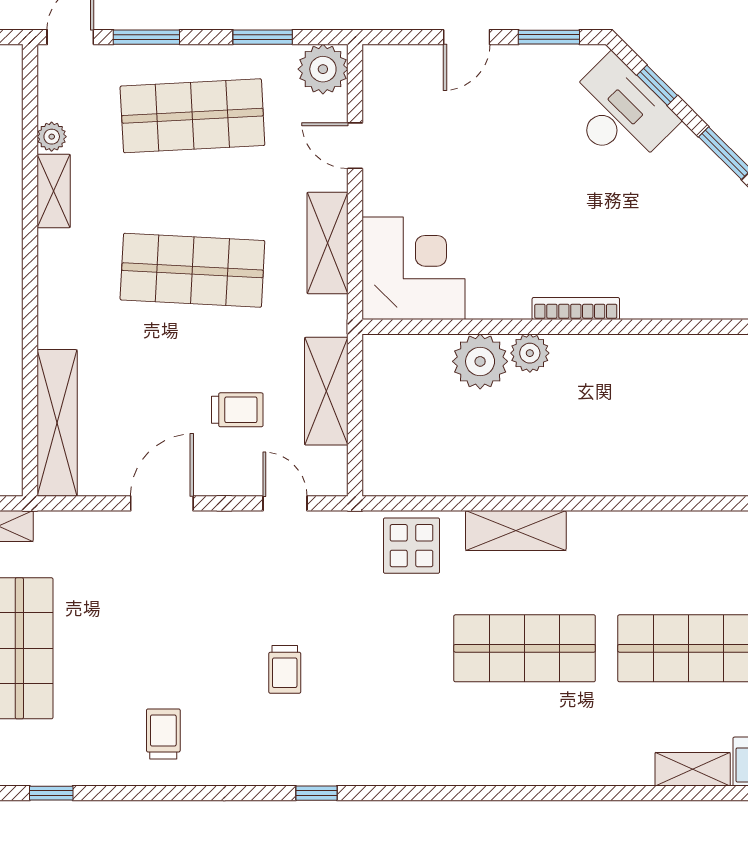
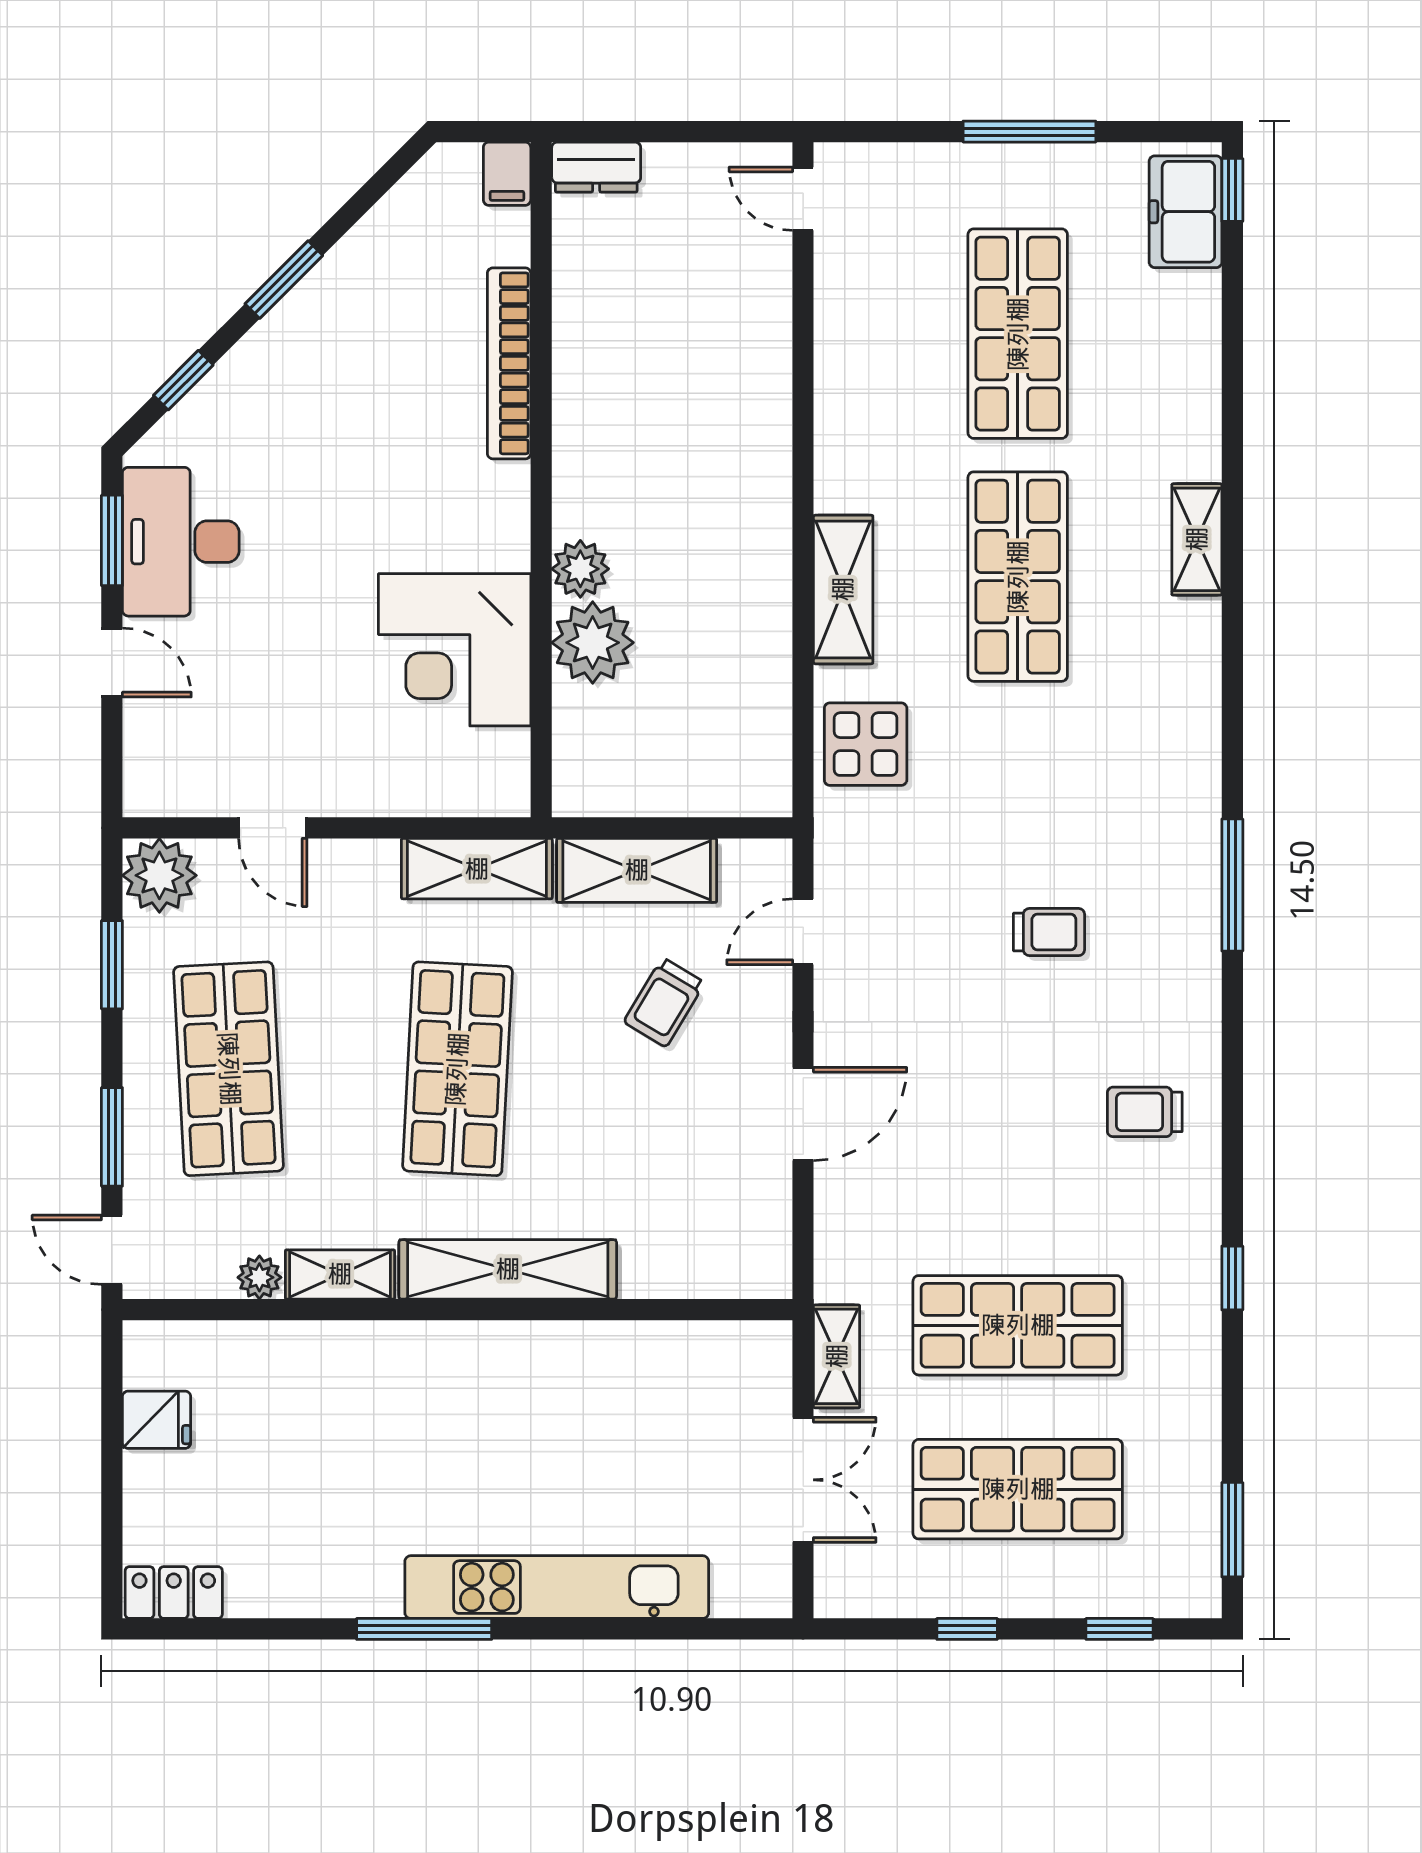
desk: (619, 113) -> (181, 542), moved, turned -45
door: (355, 146) -> (273, 828), hinge flipped
shelving: (328, 243) -> (477, 869), moved
corner desk: (413, 268) -> (455, 650), moved, turned -90
bookcase: (576, 309) -> (509, 363), moved, width x1.48, depth x1.31
trolley: (237, 410) -> (664, 1002), turned -149
shelving: (57, 423) -> (508, 1269), moved
door: (162, 503) -> (803, 1114), swing flipped
shelving: (693, 769) -> (1197, 539), moved
window: (316, 793) -> (1232, 885), width x2.17

